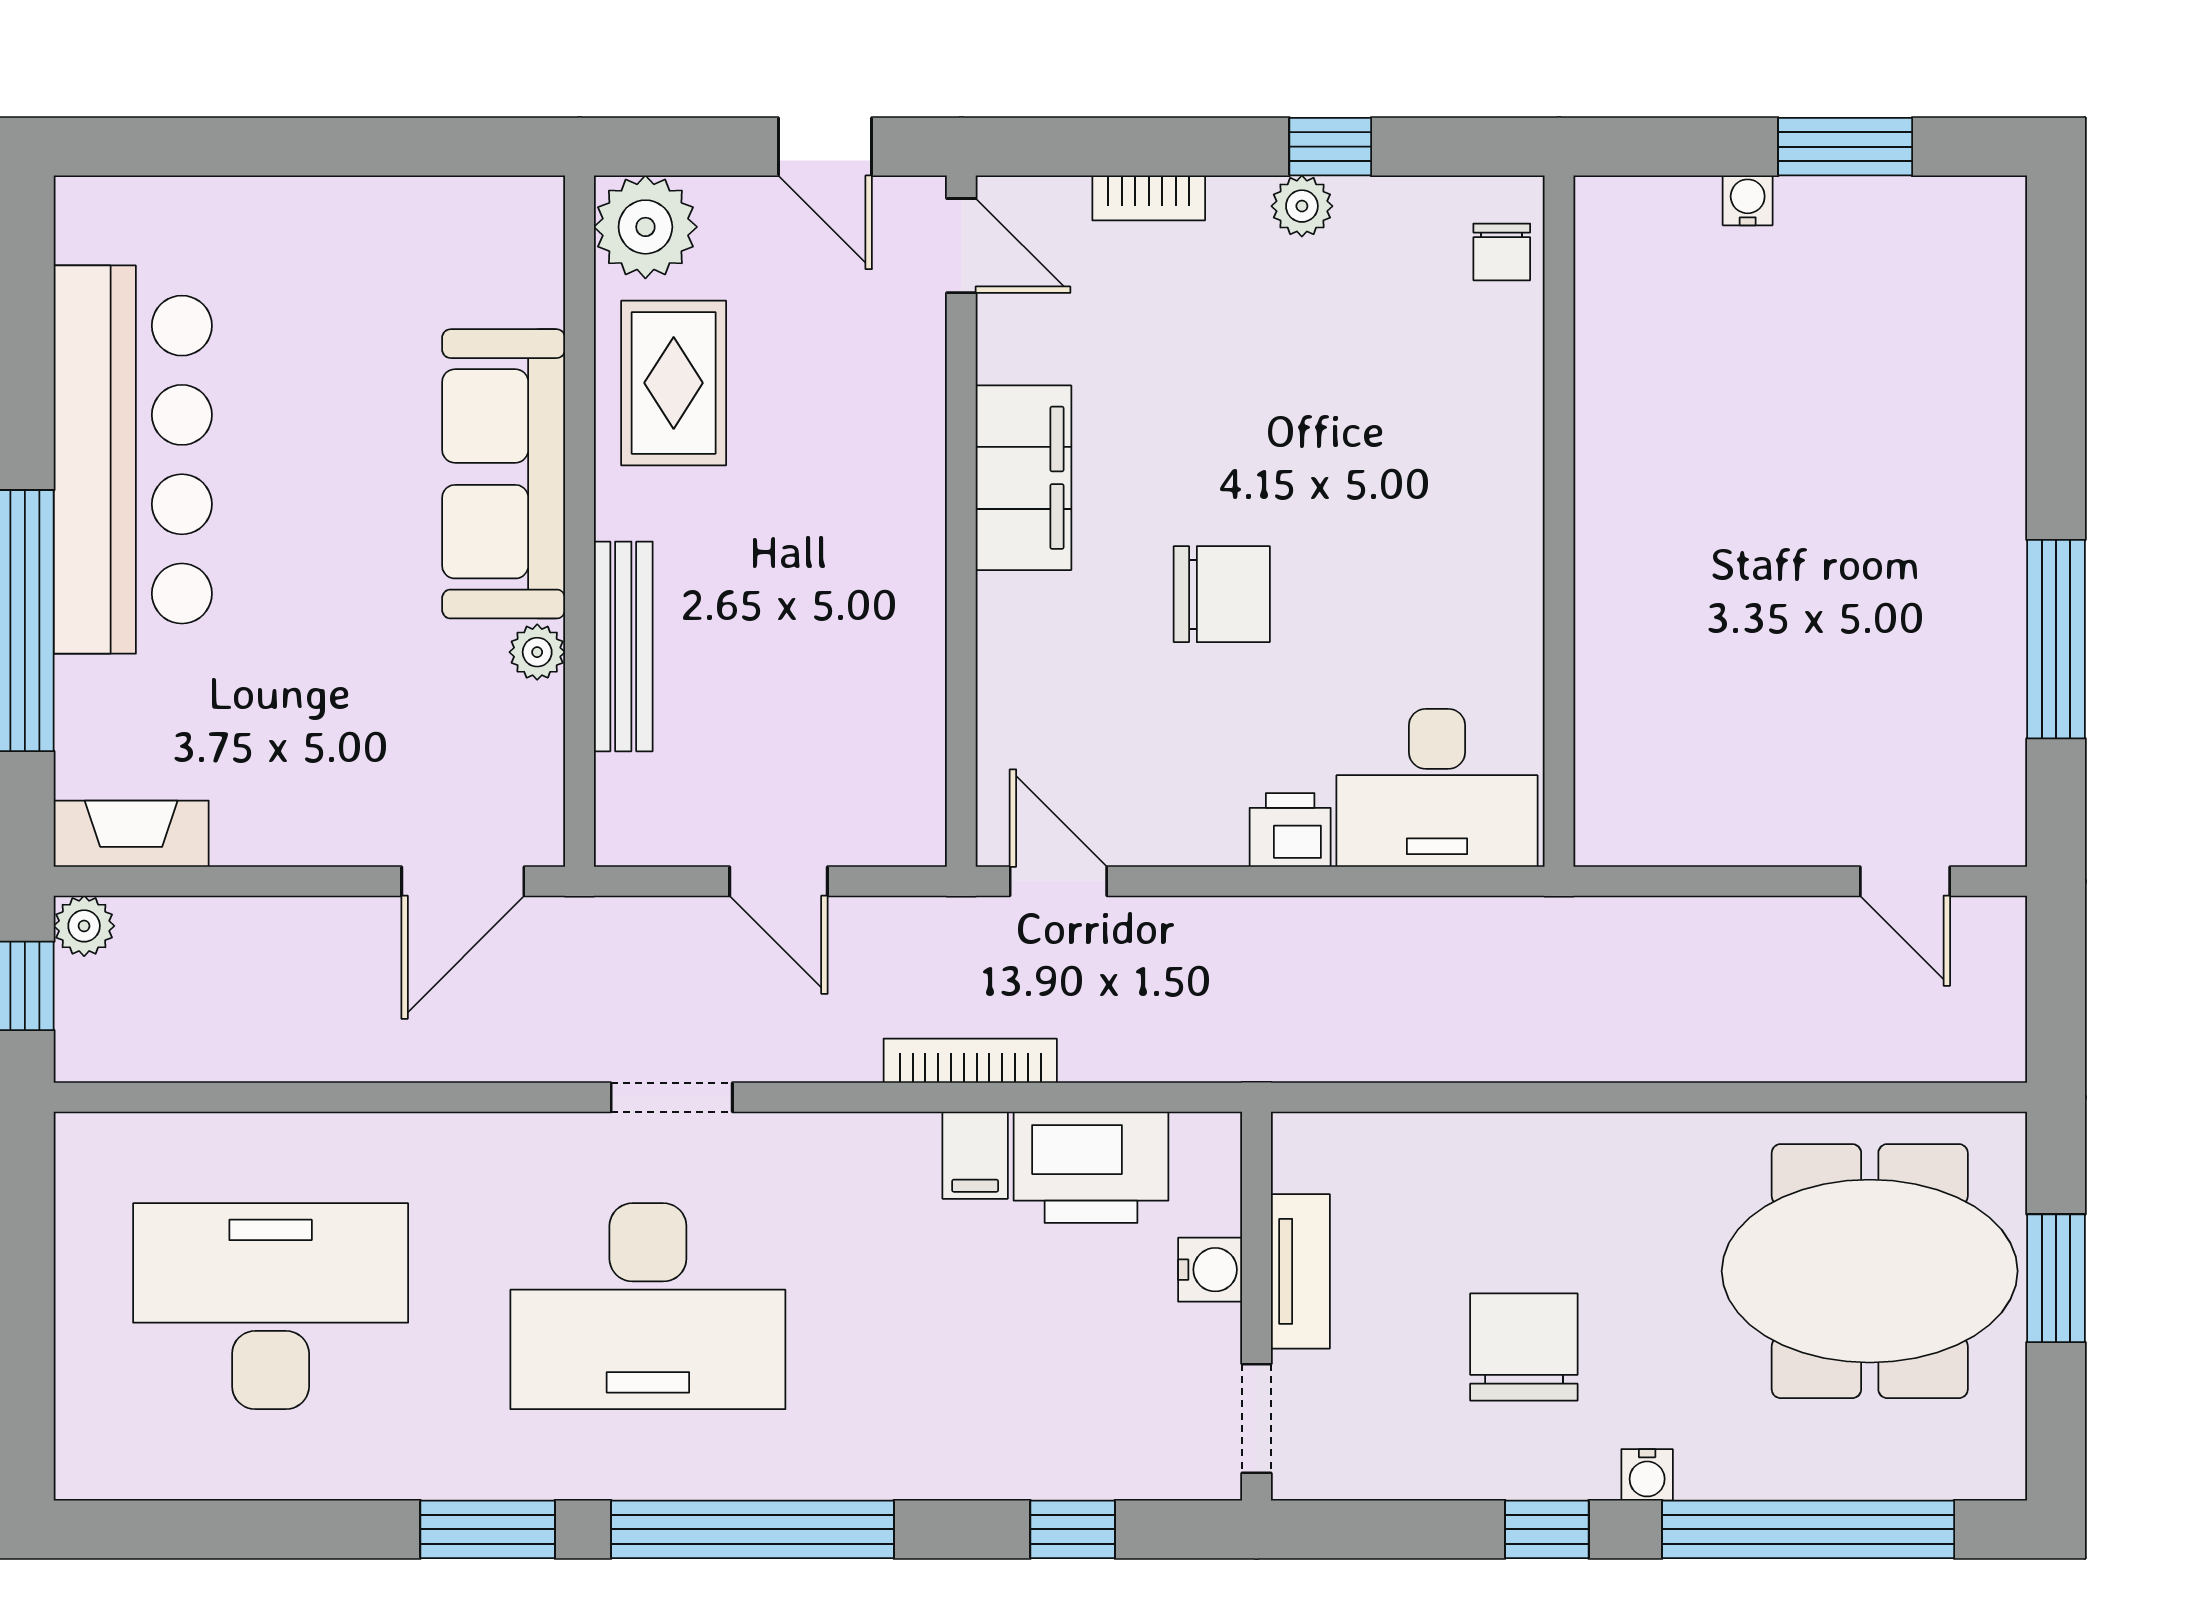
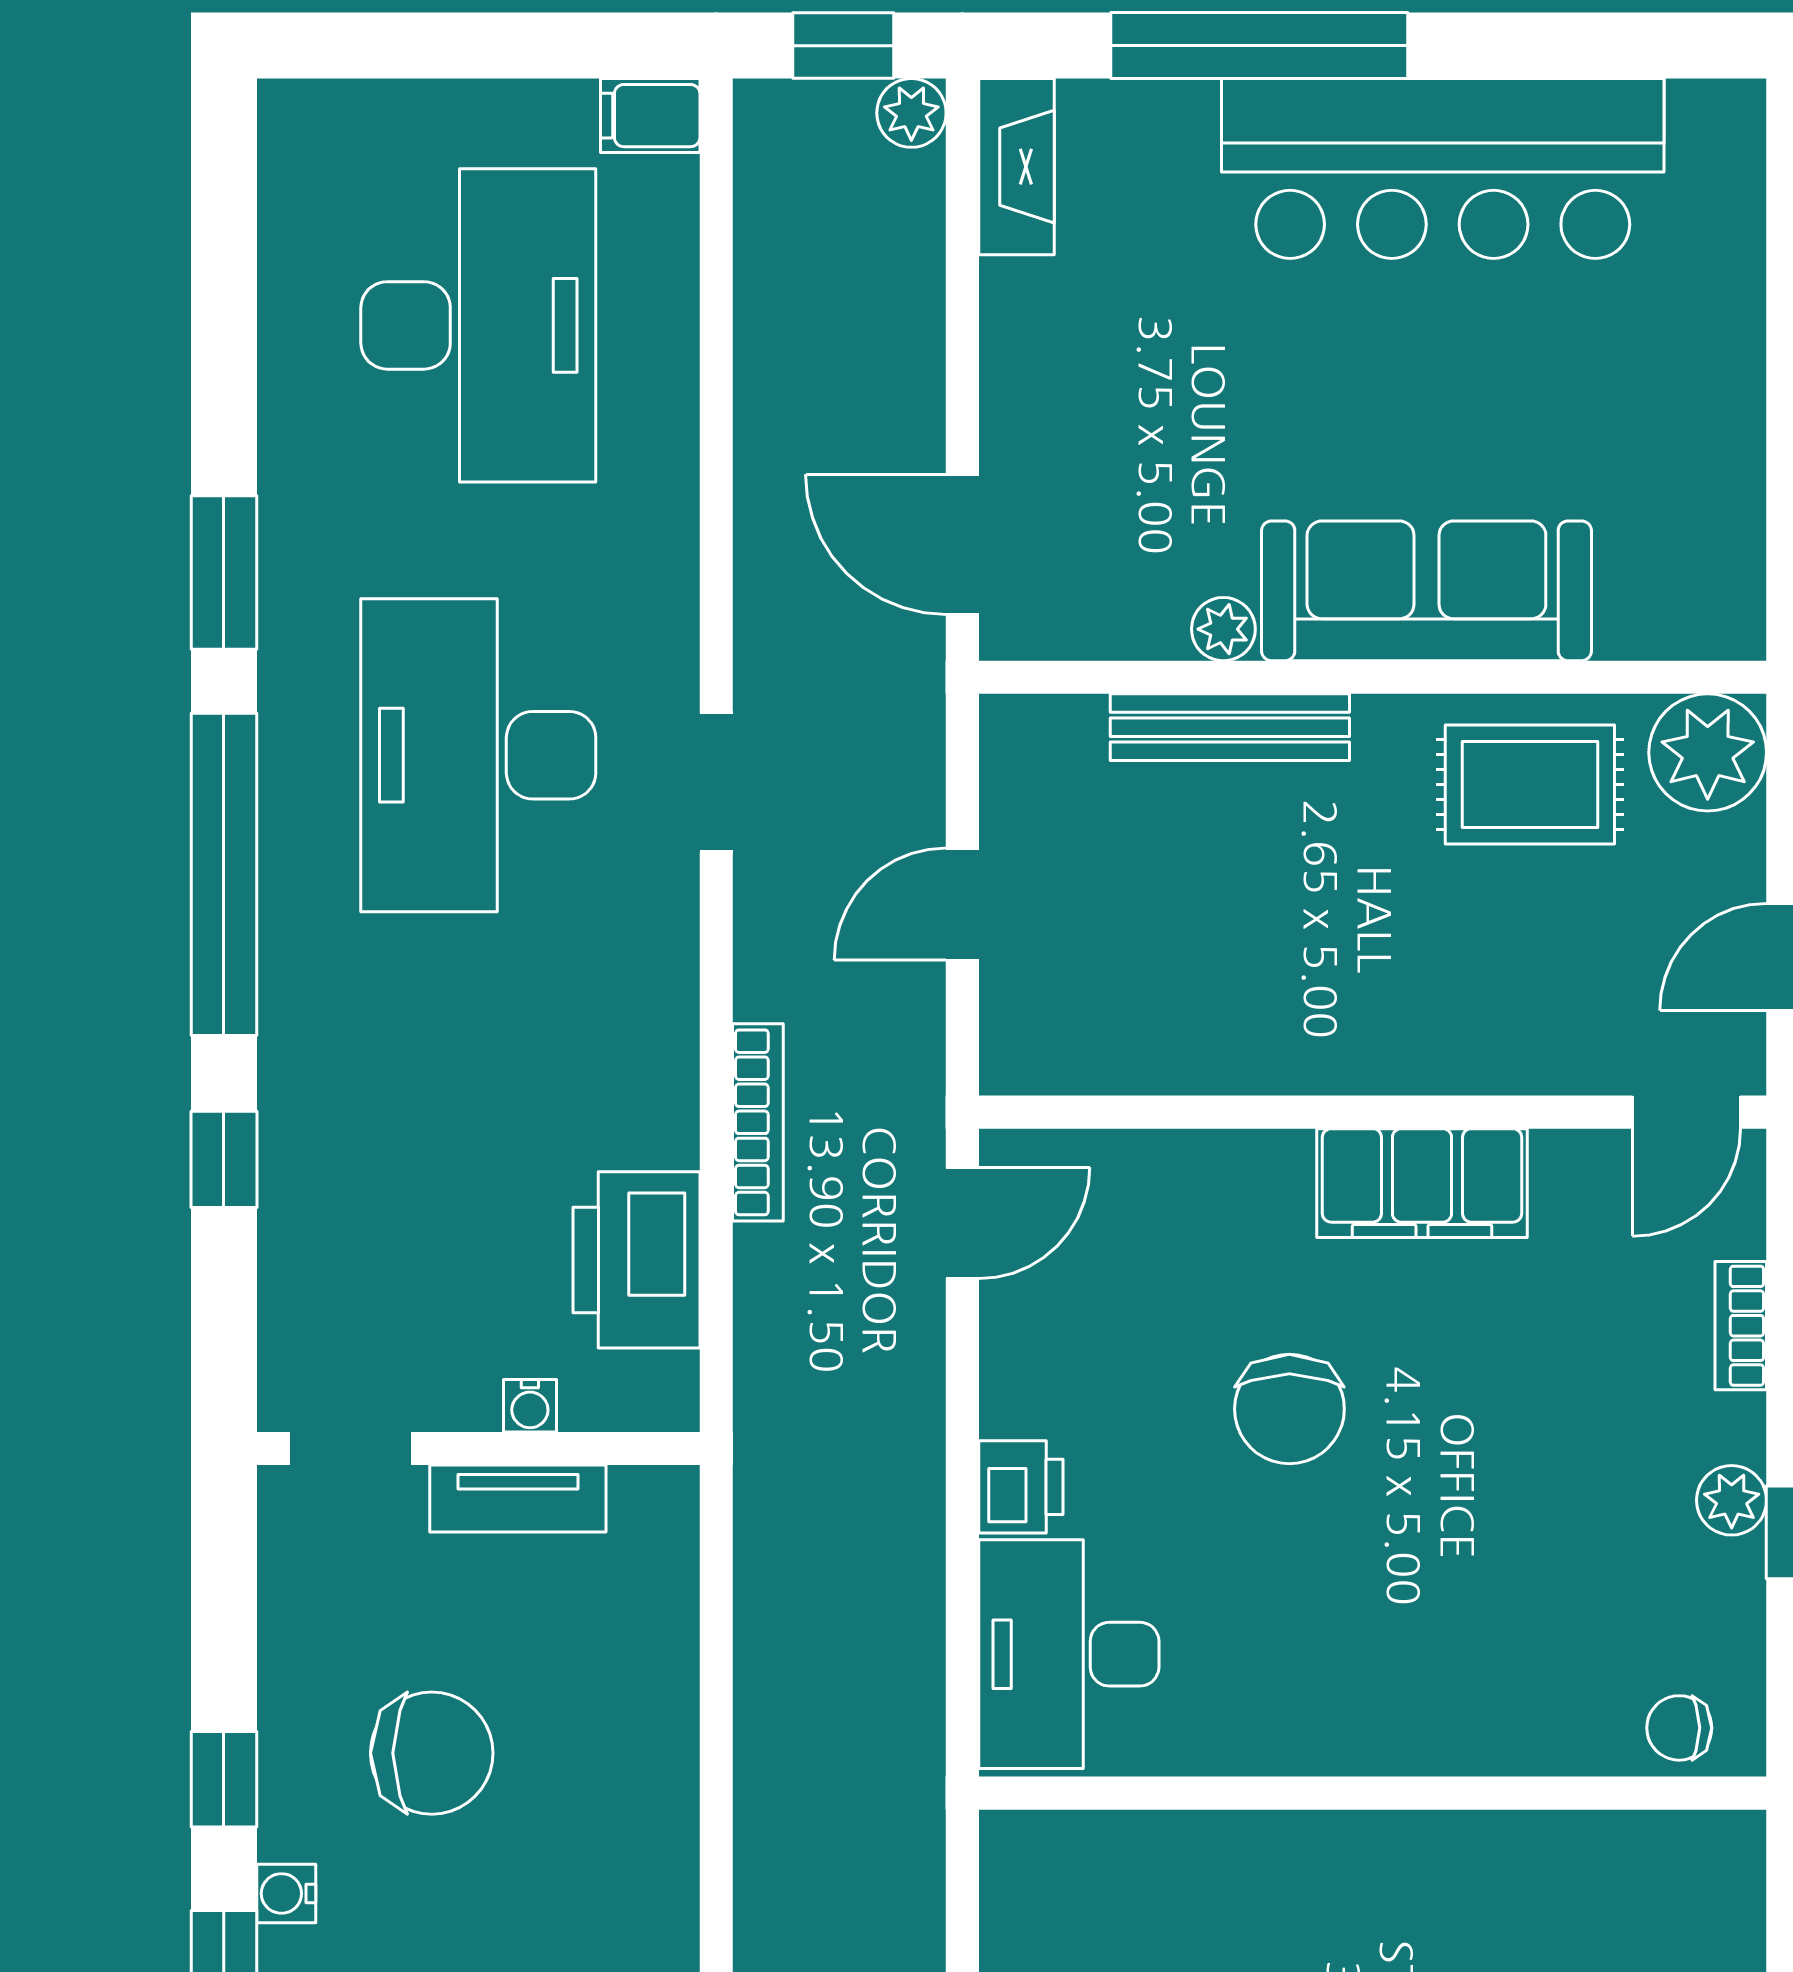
filing cabinet: (975, 1155) -> (650, 116), moved
water cooler: (1210, 1270) -> (530, 1406), width x0.72, depth x0.72
window: (1073, 1529) -> (224, 1159), moved

